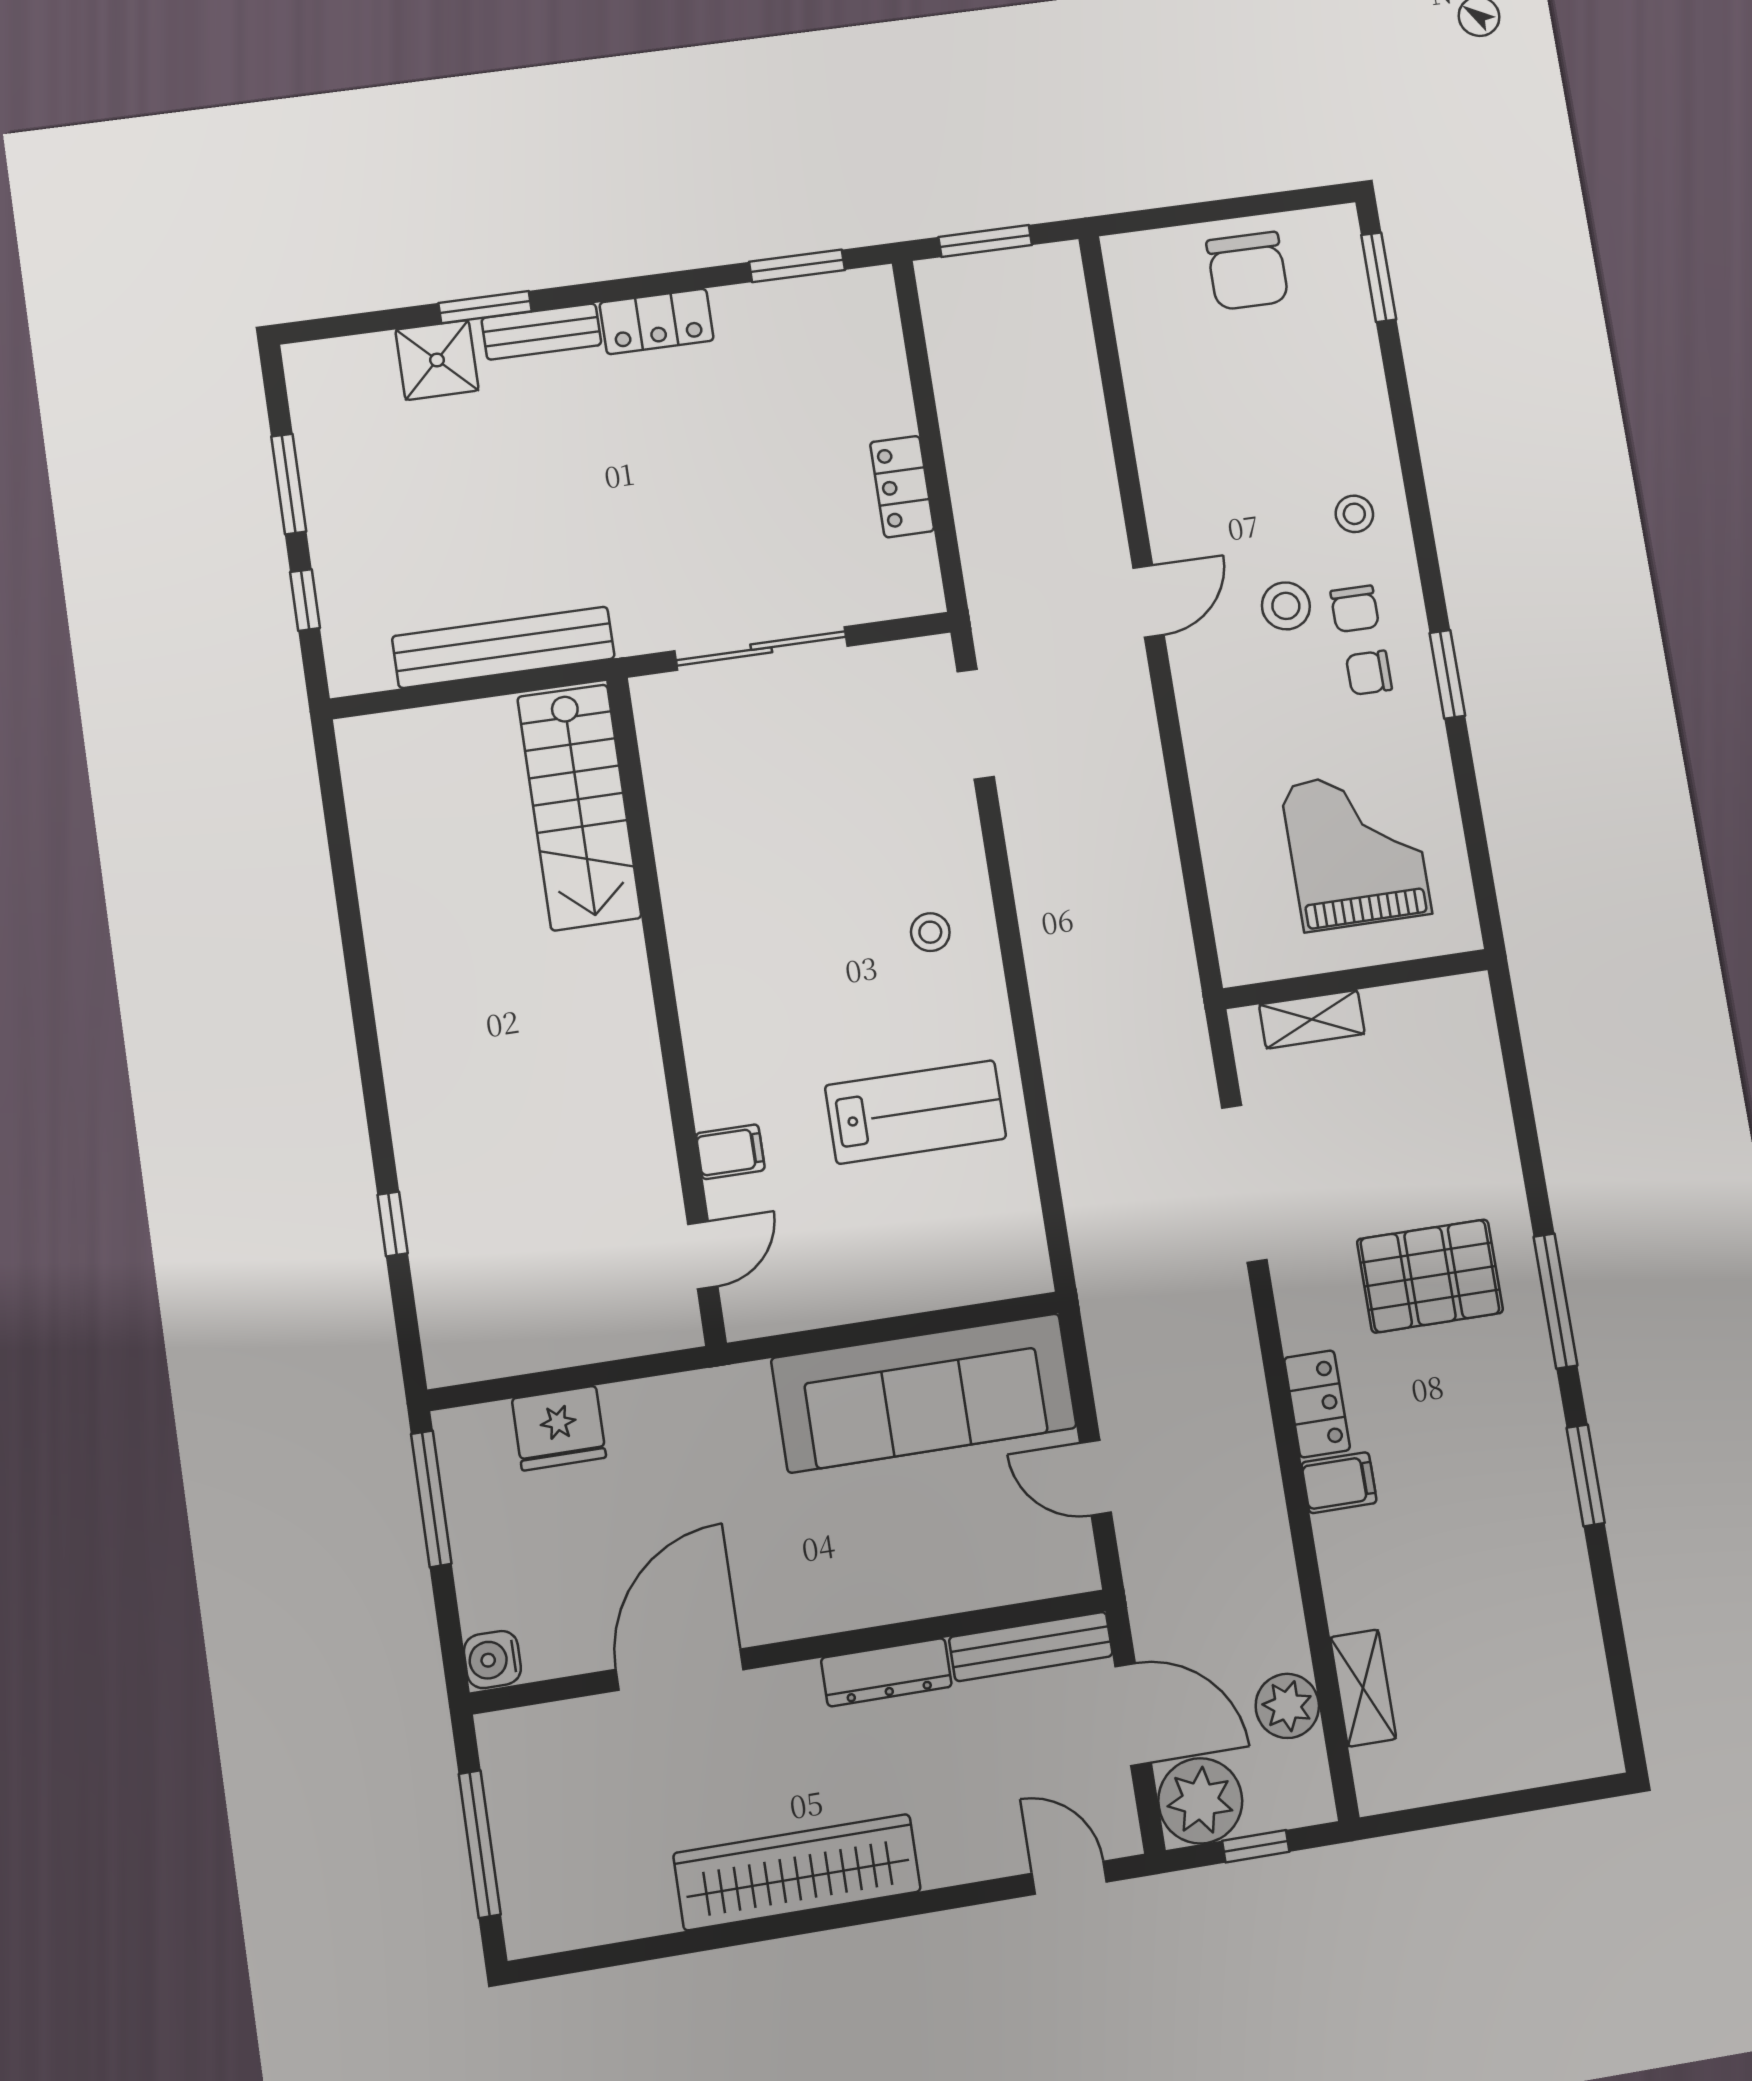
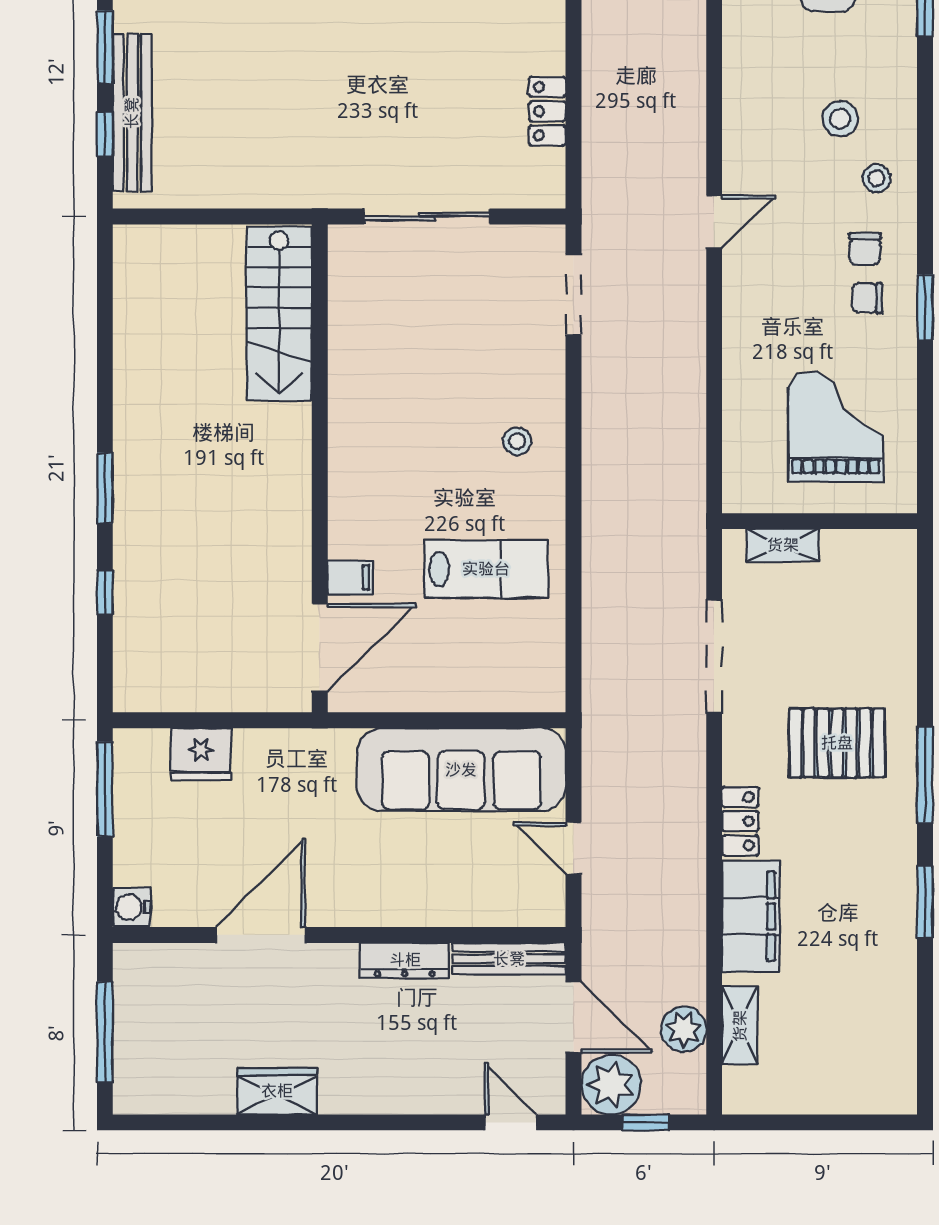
stool: (1286, 606) -> (840, 119), moved
bench: (503, 647) -> (132, 113), moved, turned 90
window: (372, 1080) -> (105, 488), added
door: (703, 1255) -> (320, 648), width x1.88
filing cabinet: (1339, 1483) -> (751, 916), width x3.00, depth x1.17
wardrobe: (797, 1872) -> (277, 1091), width x0.48, depth x0.85

